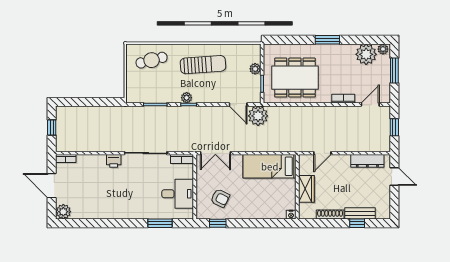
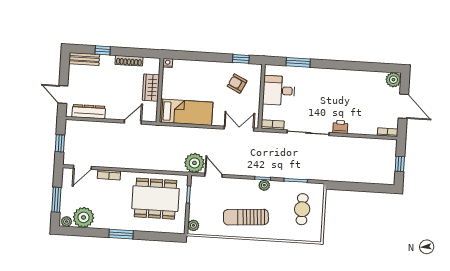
cafe table: (152, 60) -> (302, 209), moved, turned -75
plant: (255, 69) -> (193, 225), moved
bench: (360, 213) -> (84, 59), moved

